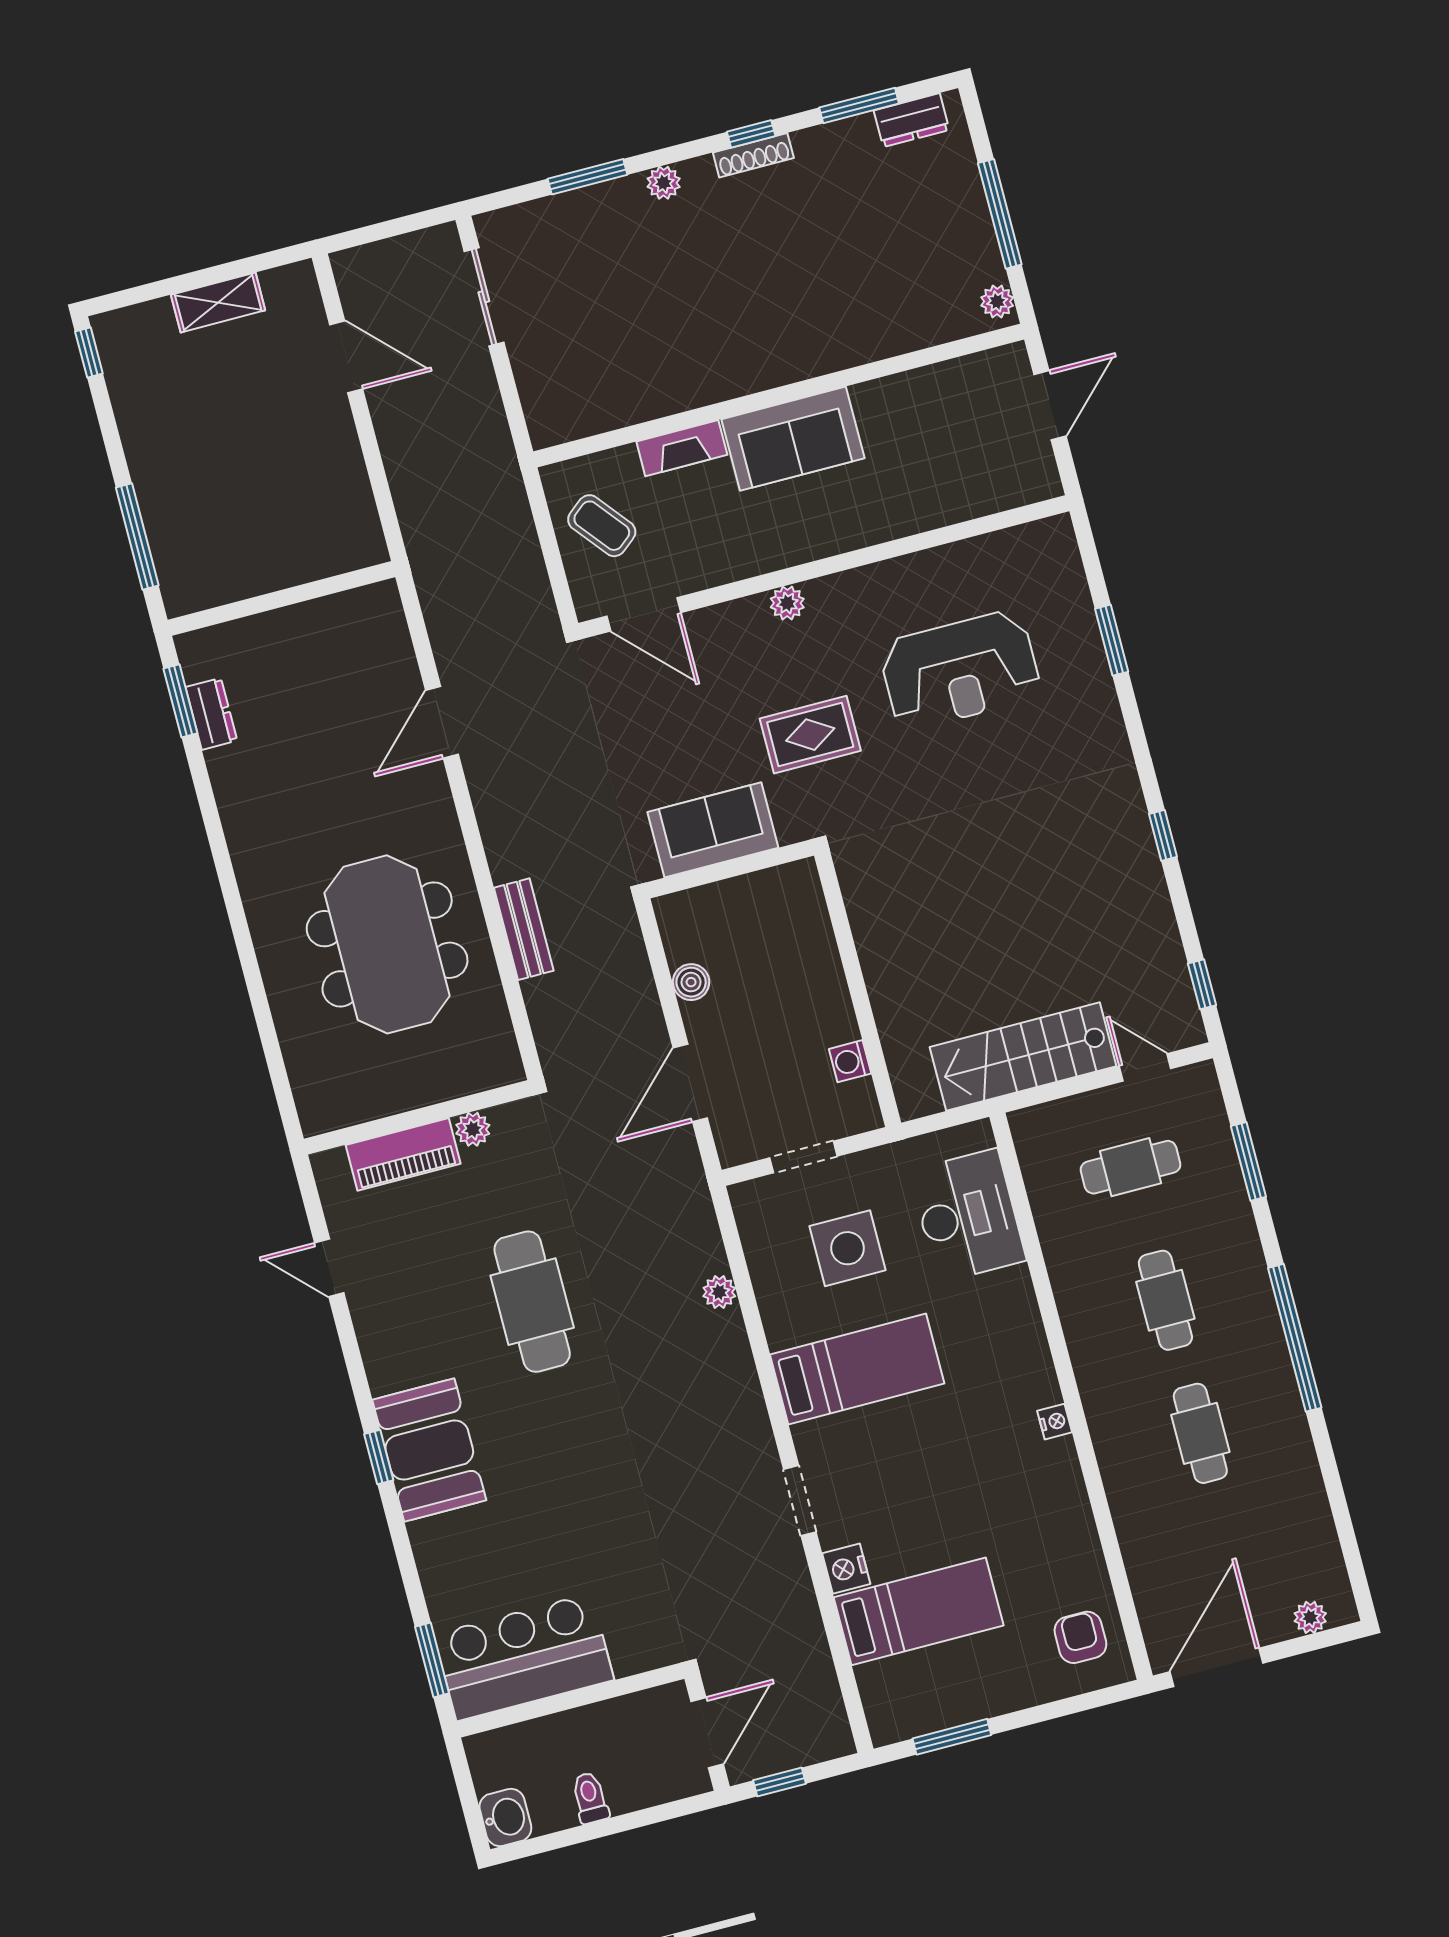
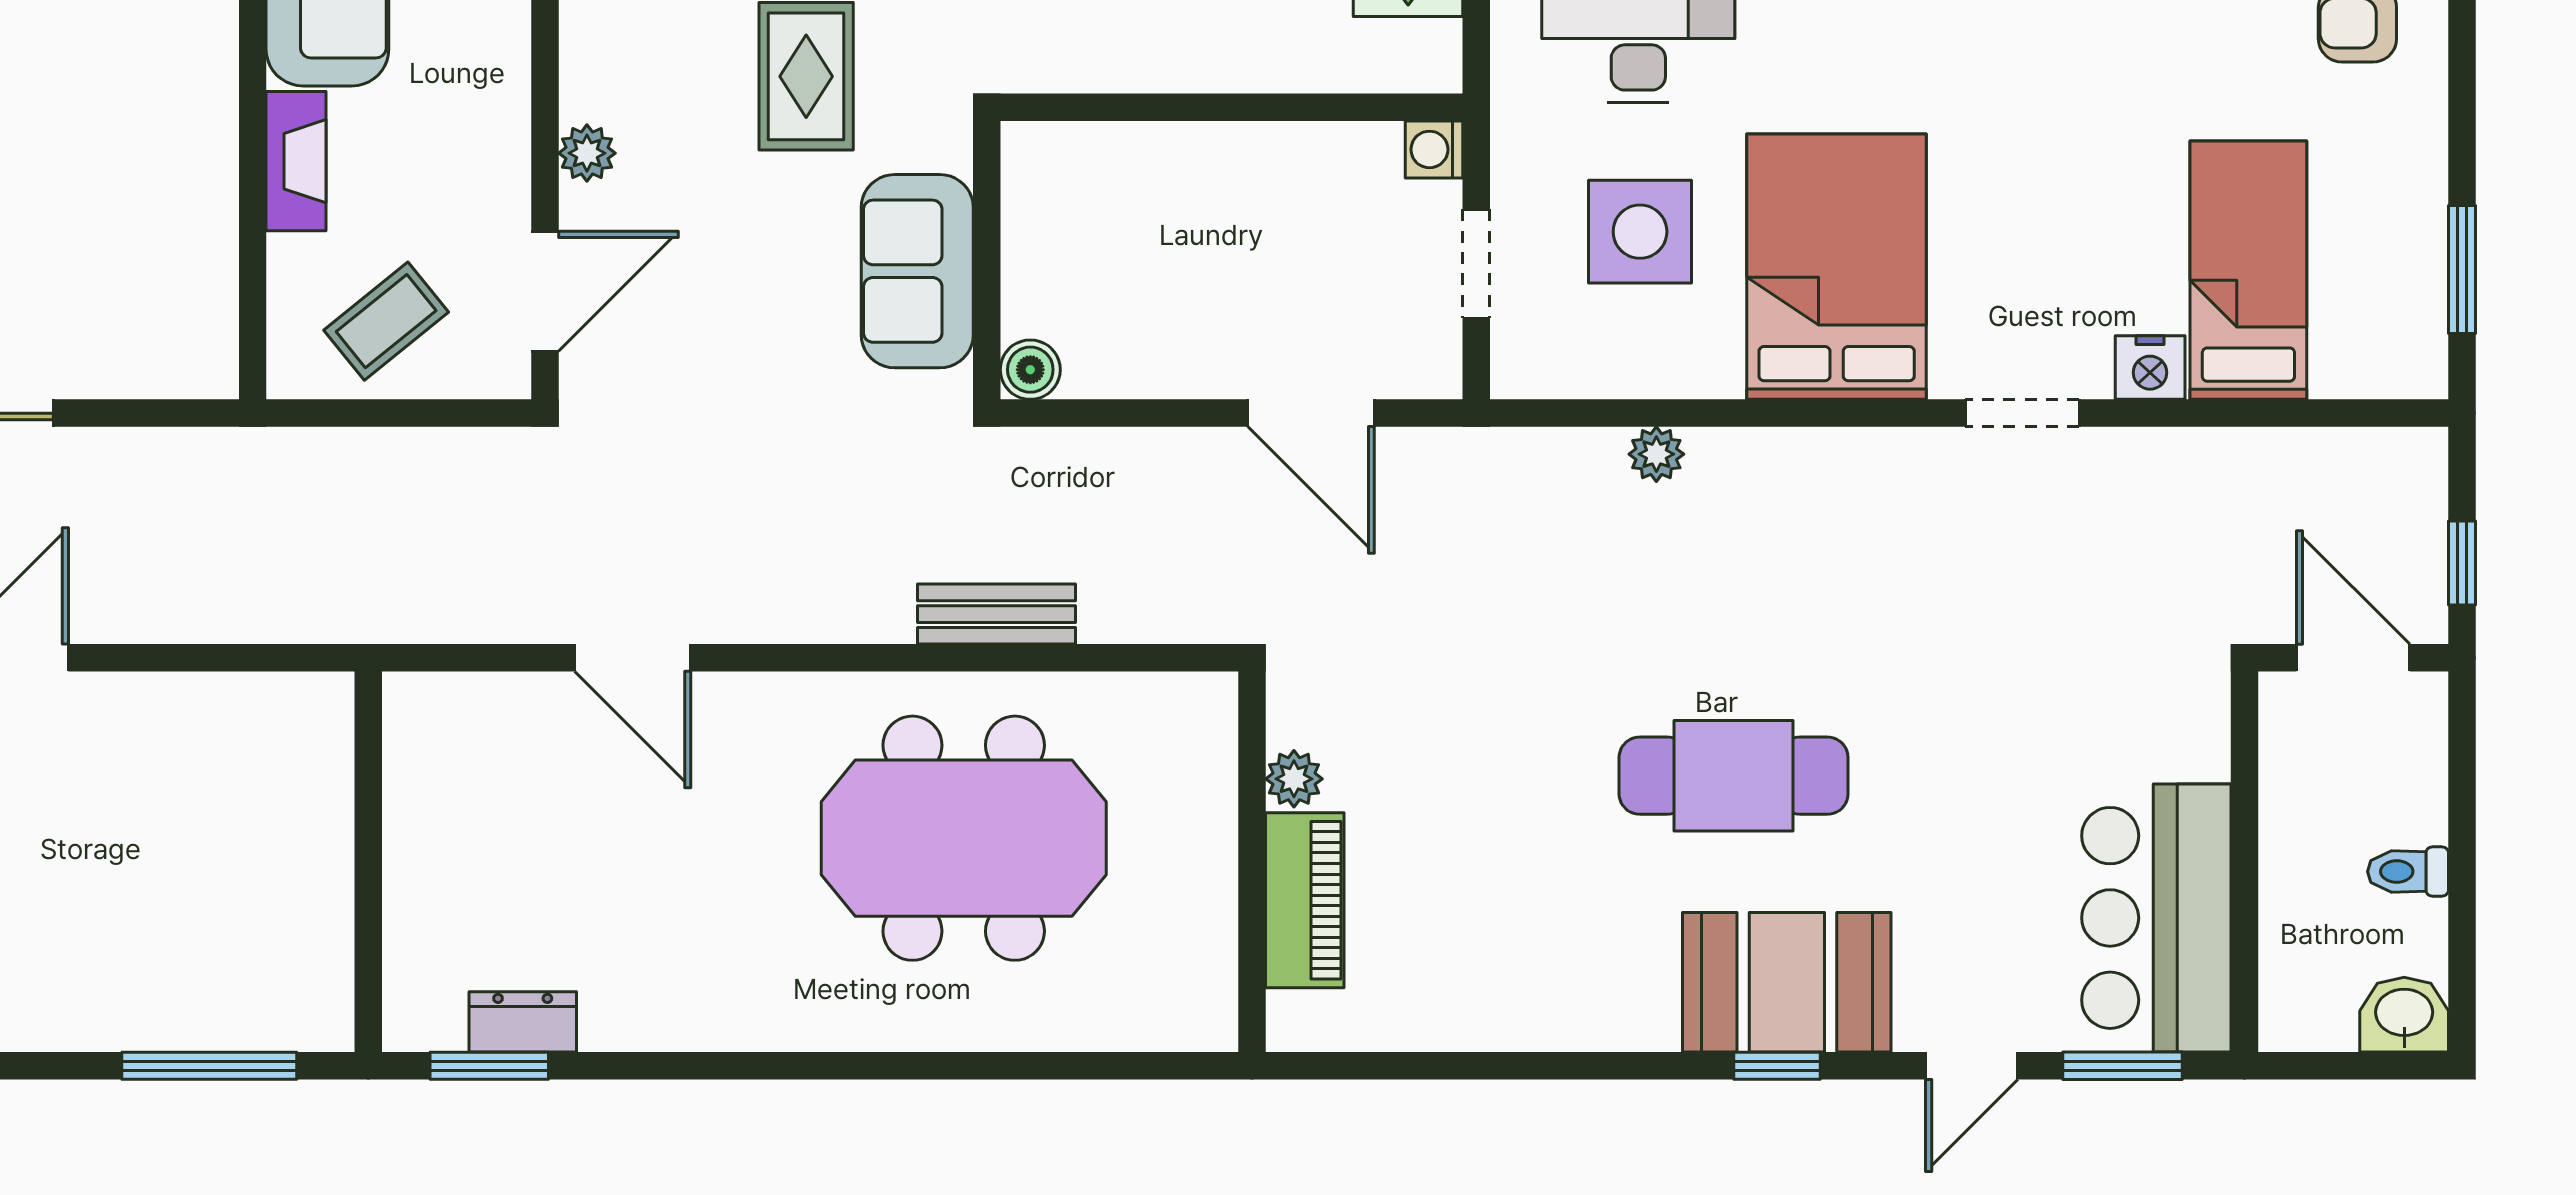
plant: (787, 603) -> (587, 153), moved
boiler: (691, 982) -> (1030, 370), moved
washing machine: (850, 1061) -> (1434, 149), moved, turned 90
door: (329, 1268) -> (1972, 1066), moved
cafe table: (532, 1302) -> (1734, 776), moved
bed: (857, 1369) -> (1837, 267), width x1.50

